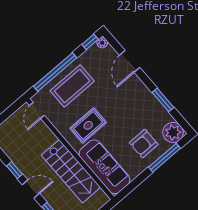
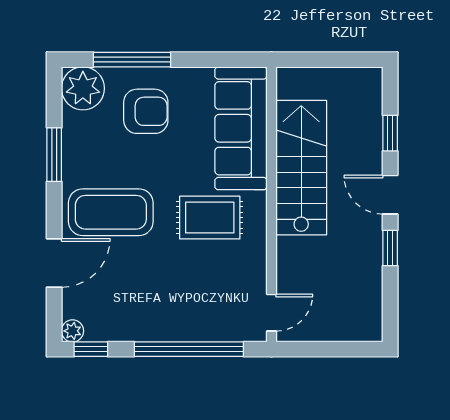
coffee table: (72, 86) -> (111, 212), moved

